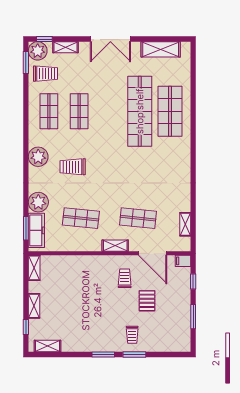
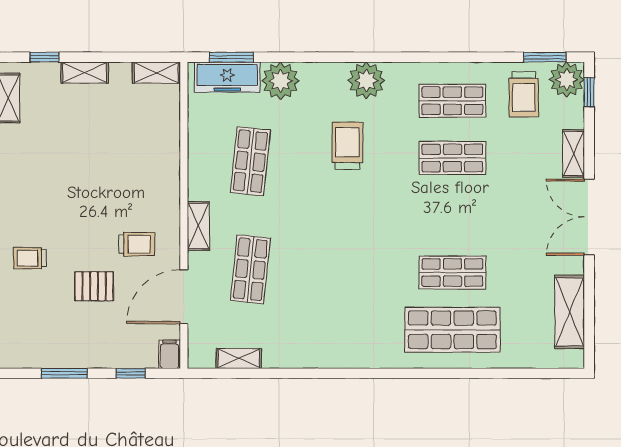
shelving: (66, 47) -> (574, 153), moved
shop shelf: (140, 111) -> (452, 272), width x0.50, depth x0.74

